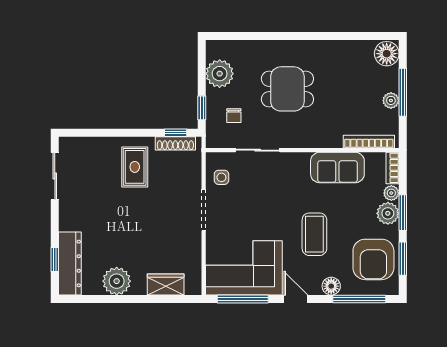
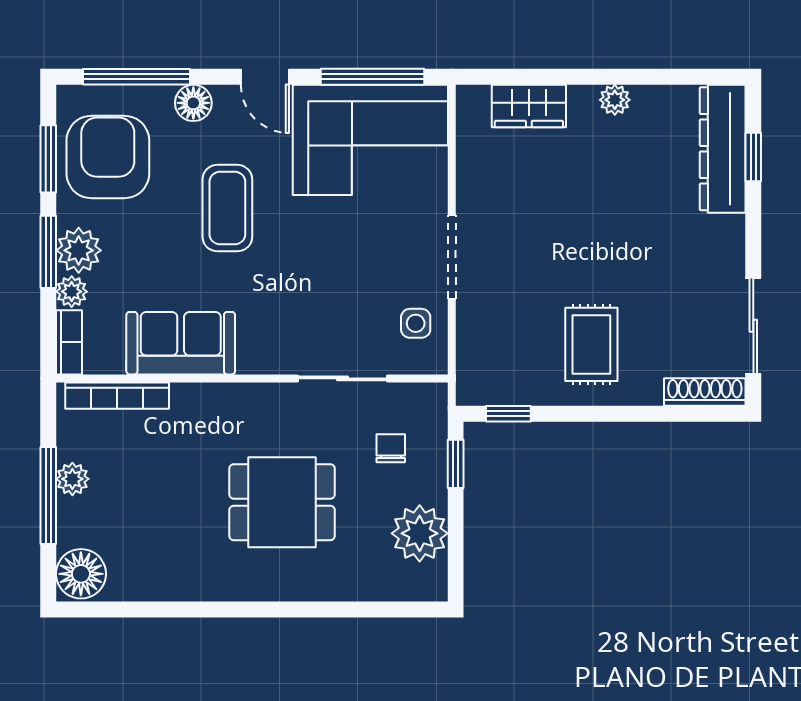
shoe rack: (175, 143) -> (705, 392), moved
plant: (117, 281) -> (615, 100), width x0.53, depth x0.53

